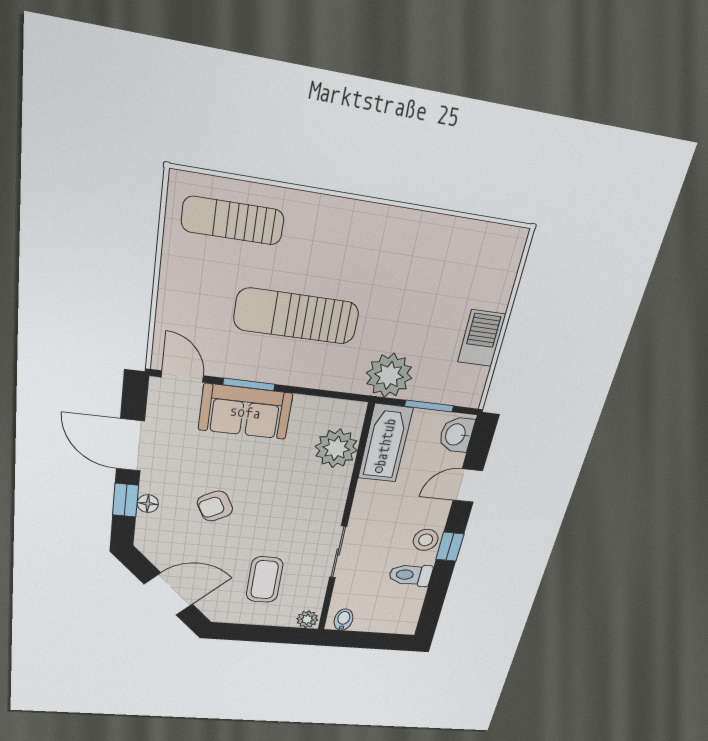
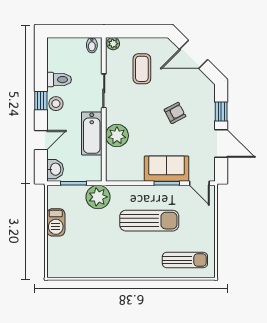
bathtub: (385, 443) -> (92, 133), moved
plant: (336, 448) -> (117, 136), moved
floor lamp: (148, 504) -> (210, 111), removed

